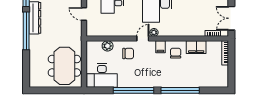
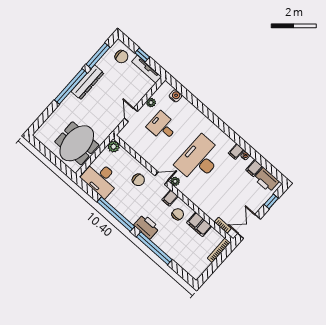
plant: (108, 46) -> (114, 147), moved
printer: (162, 80) -> (147, 227), added

